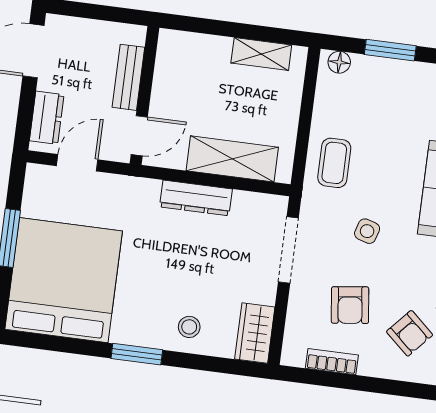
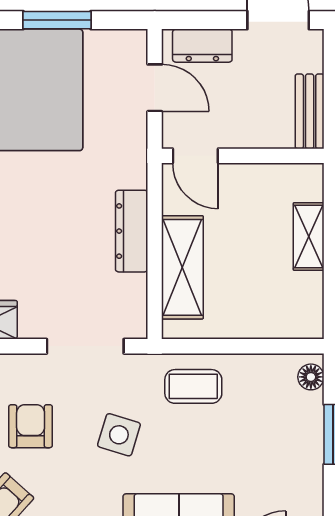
shelving: (261, 54) -> (309, 237), moved
bench: (128, 77) -> (310, 111), moved, turned 90
side table: (367, 231) -> (119, 435), width x1.37, depth x1.37
armchair: (350, 305) -> (31, 426), turned 97

